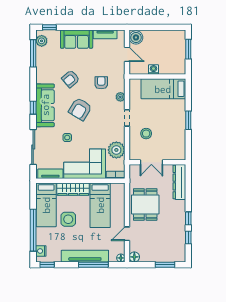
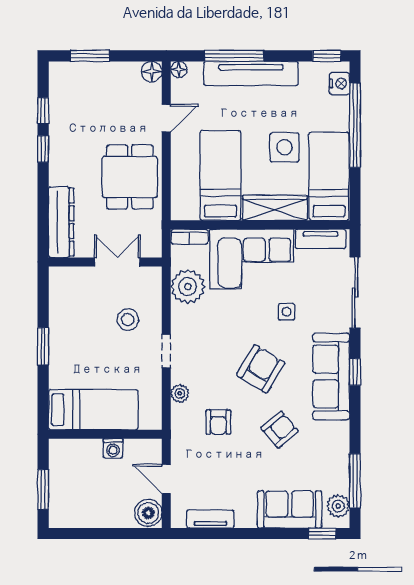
sofa: (77, 39) -> (290, 509), moved

